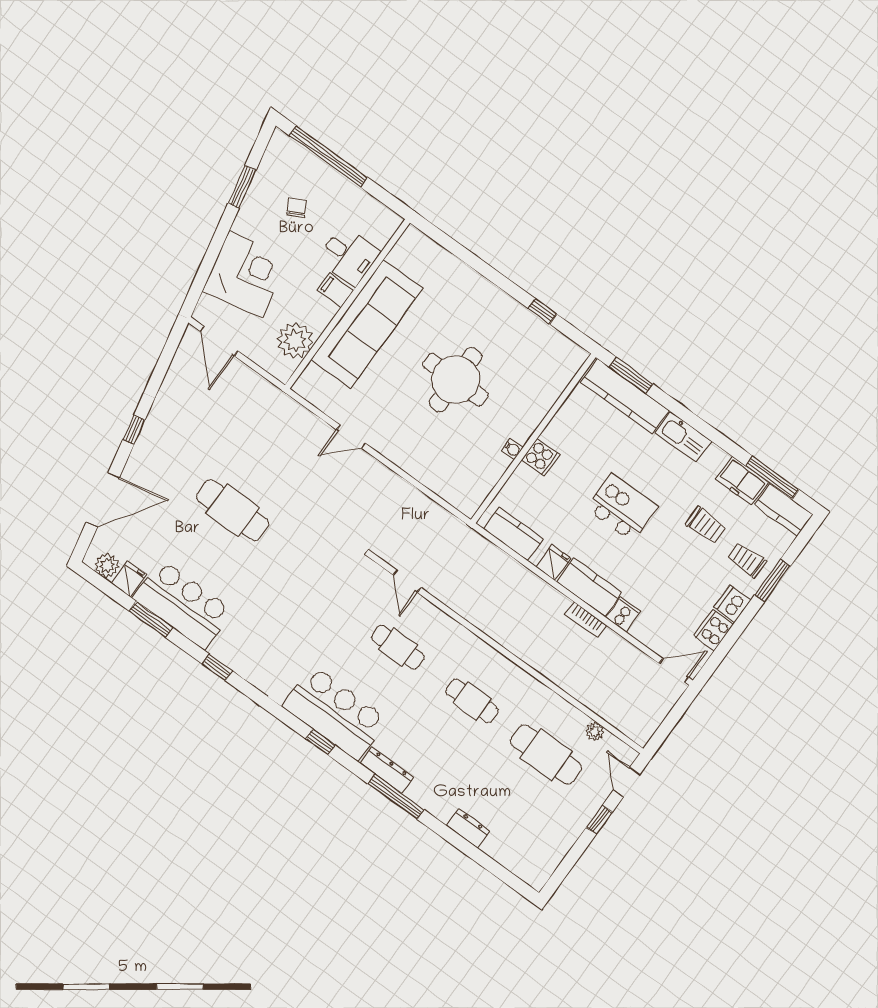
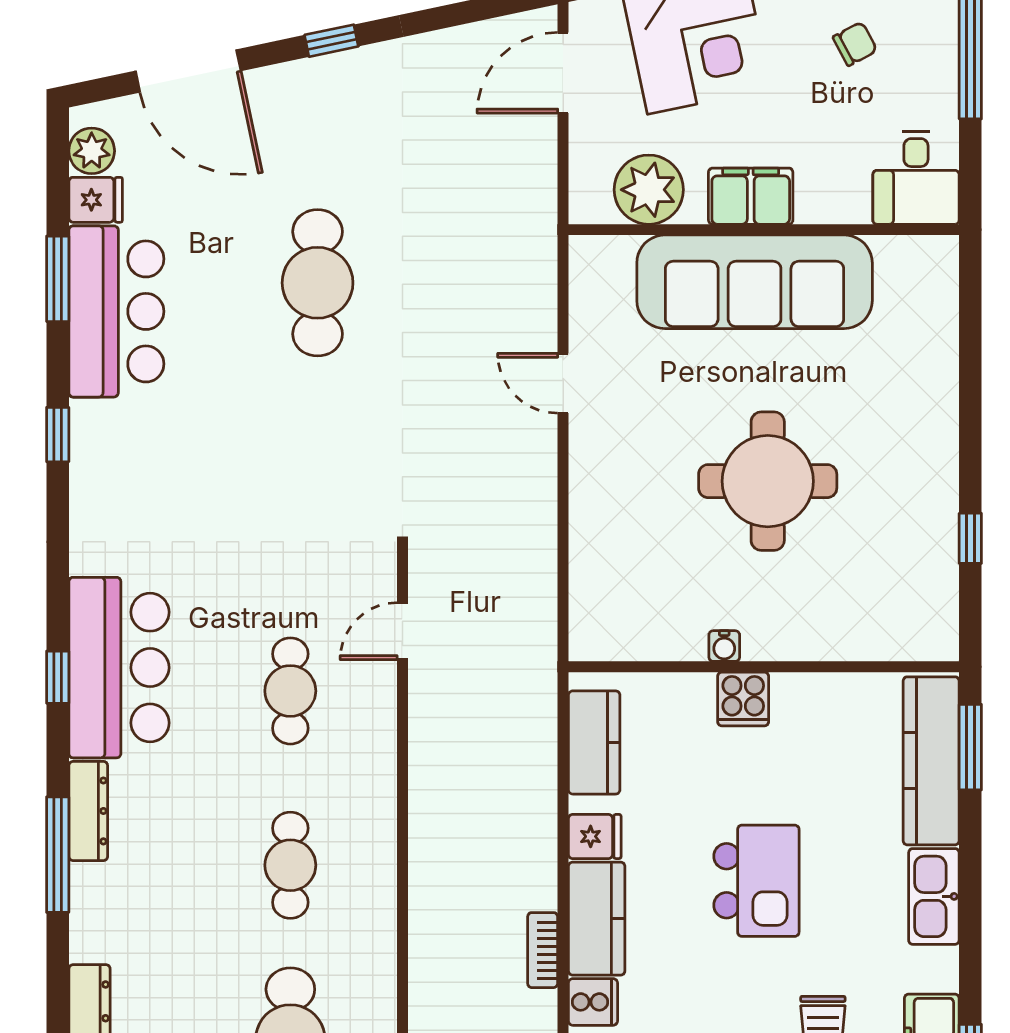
desk: (349, 256) -> (916, 178), moved
filing cabinet: (336, 290) -> (751, 196), width x2.00

